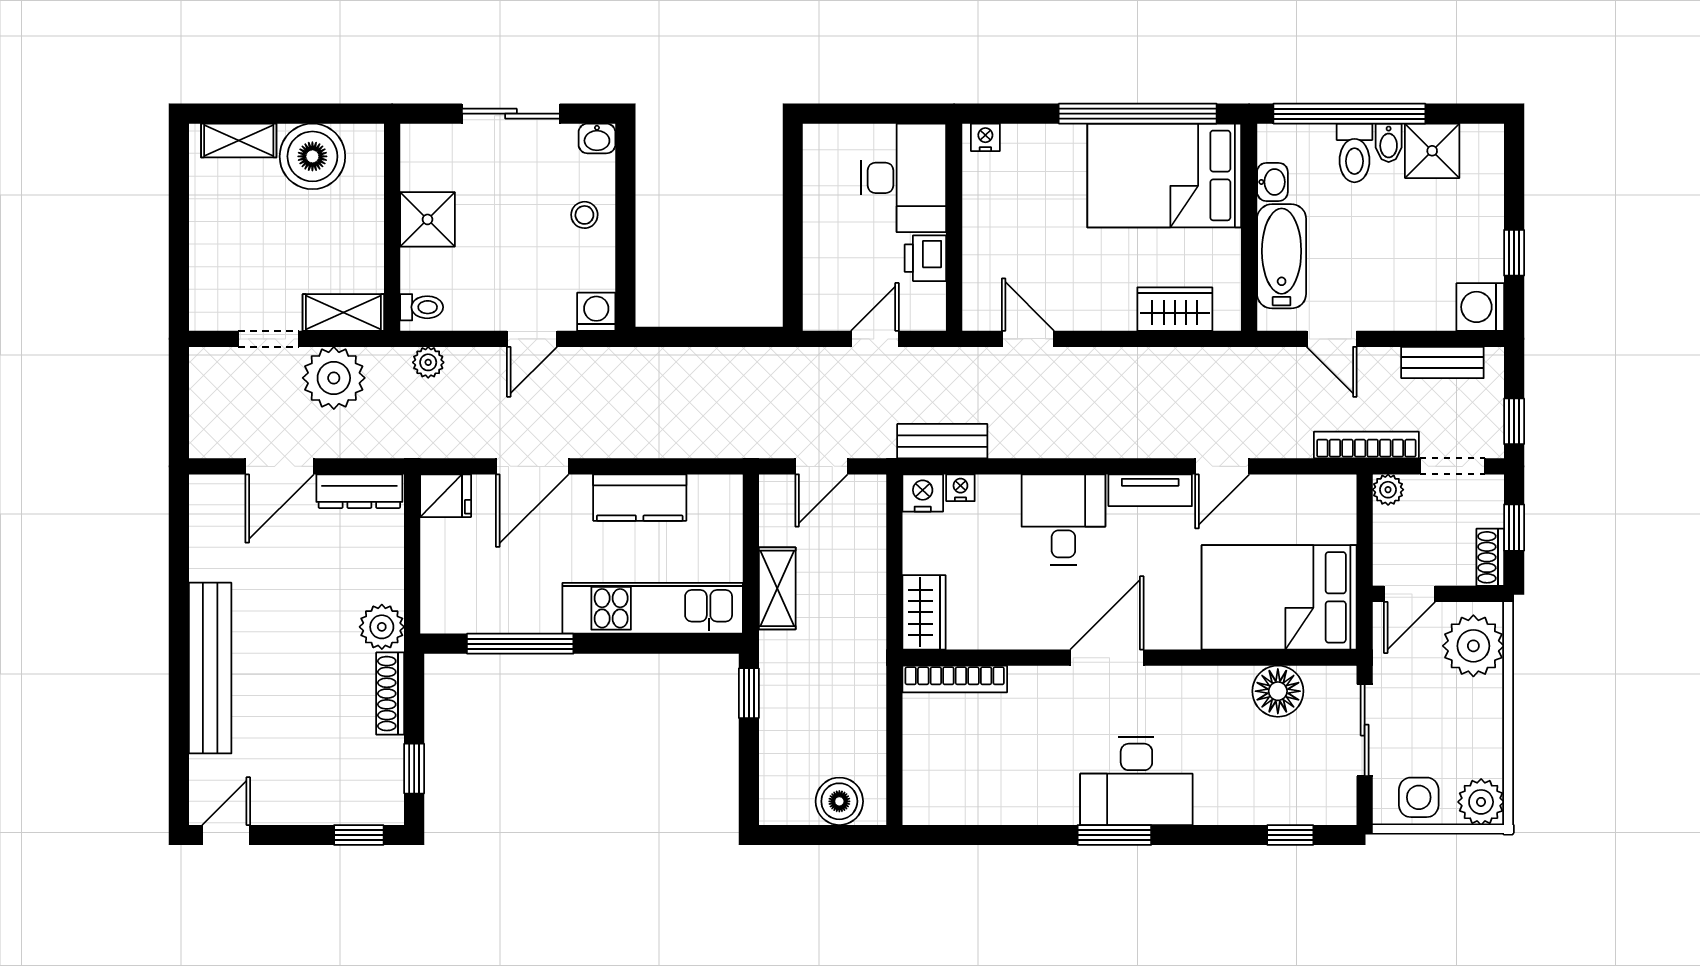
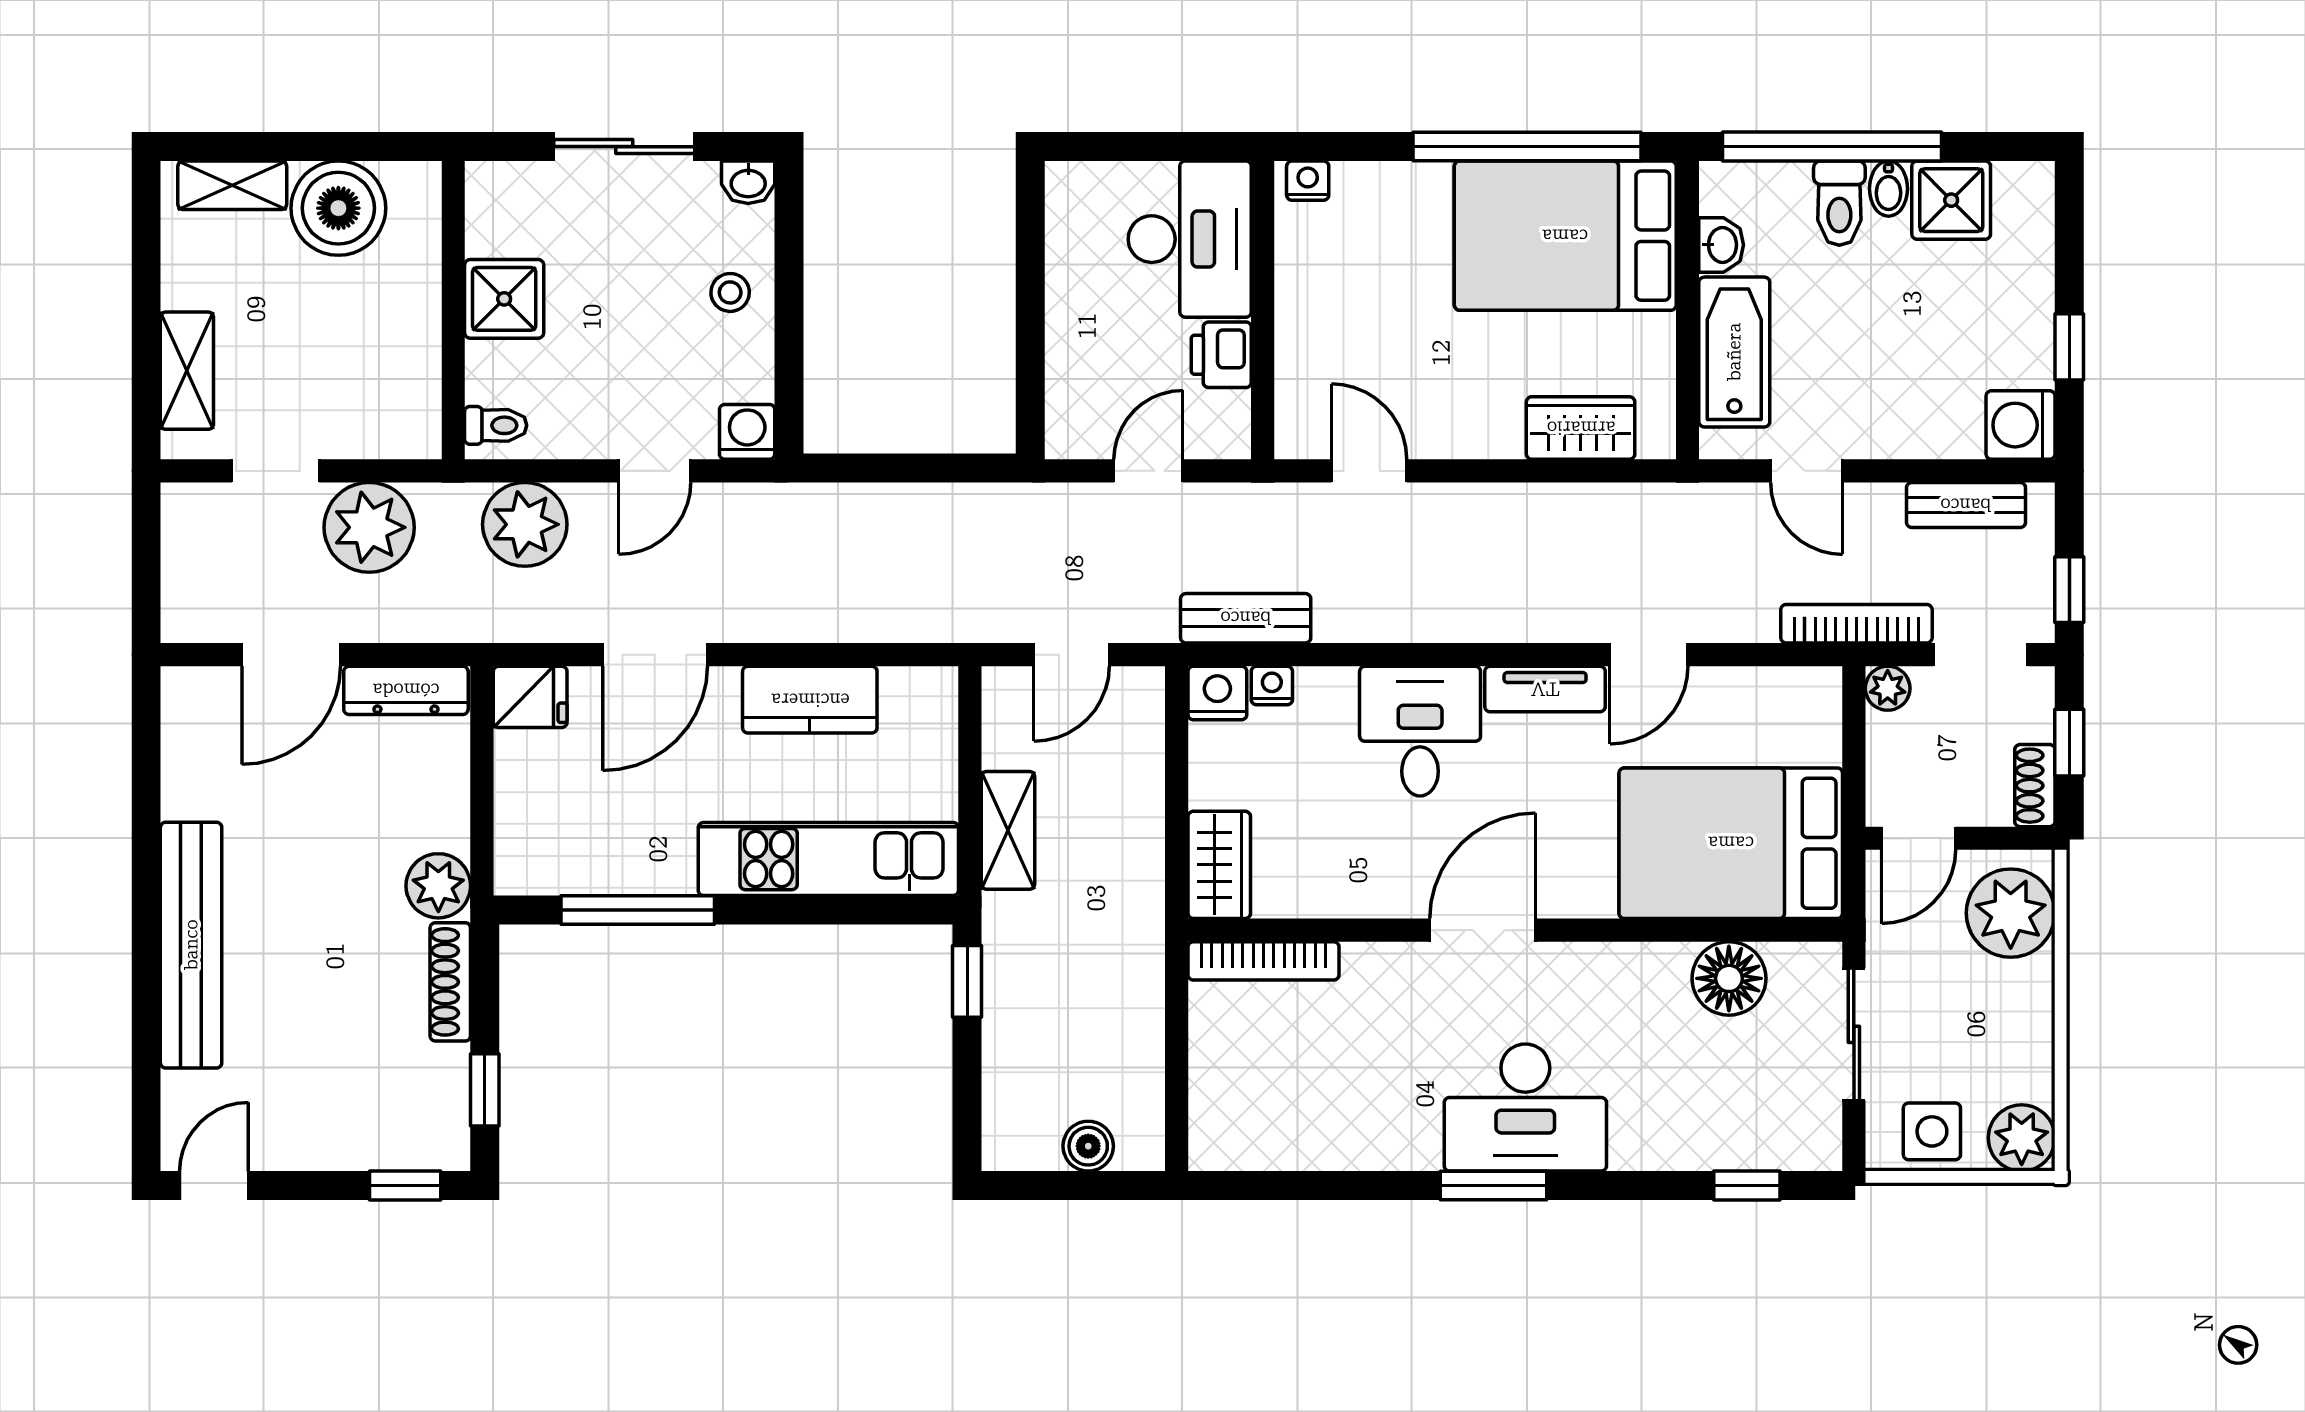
shelving: (343, 312) -> (187, 371), moved, turned 90
plant: (428, 362) -> (525, 524), width x1.87, depth x1.87
boiler: (839, 801) -> (1088, 1146), width x0.73, depth x0.73

